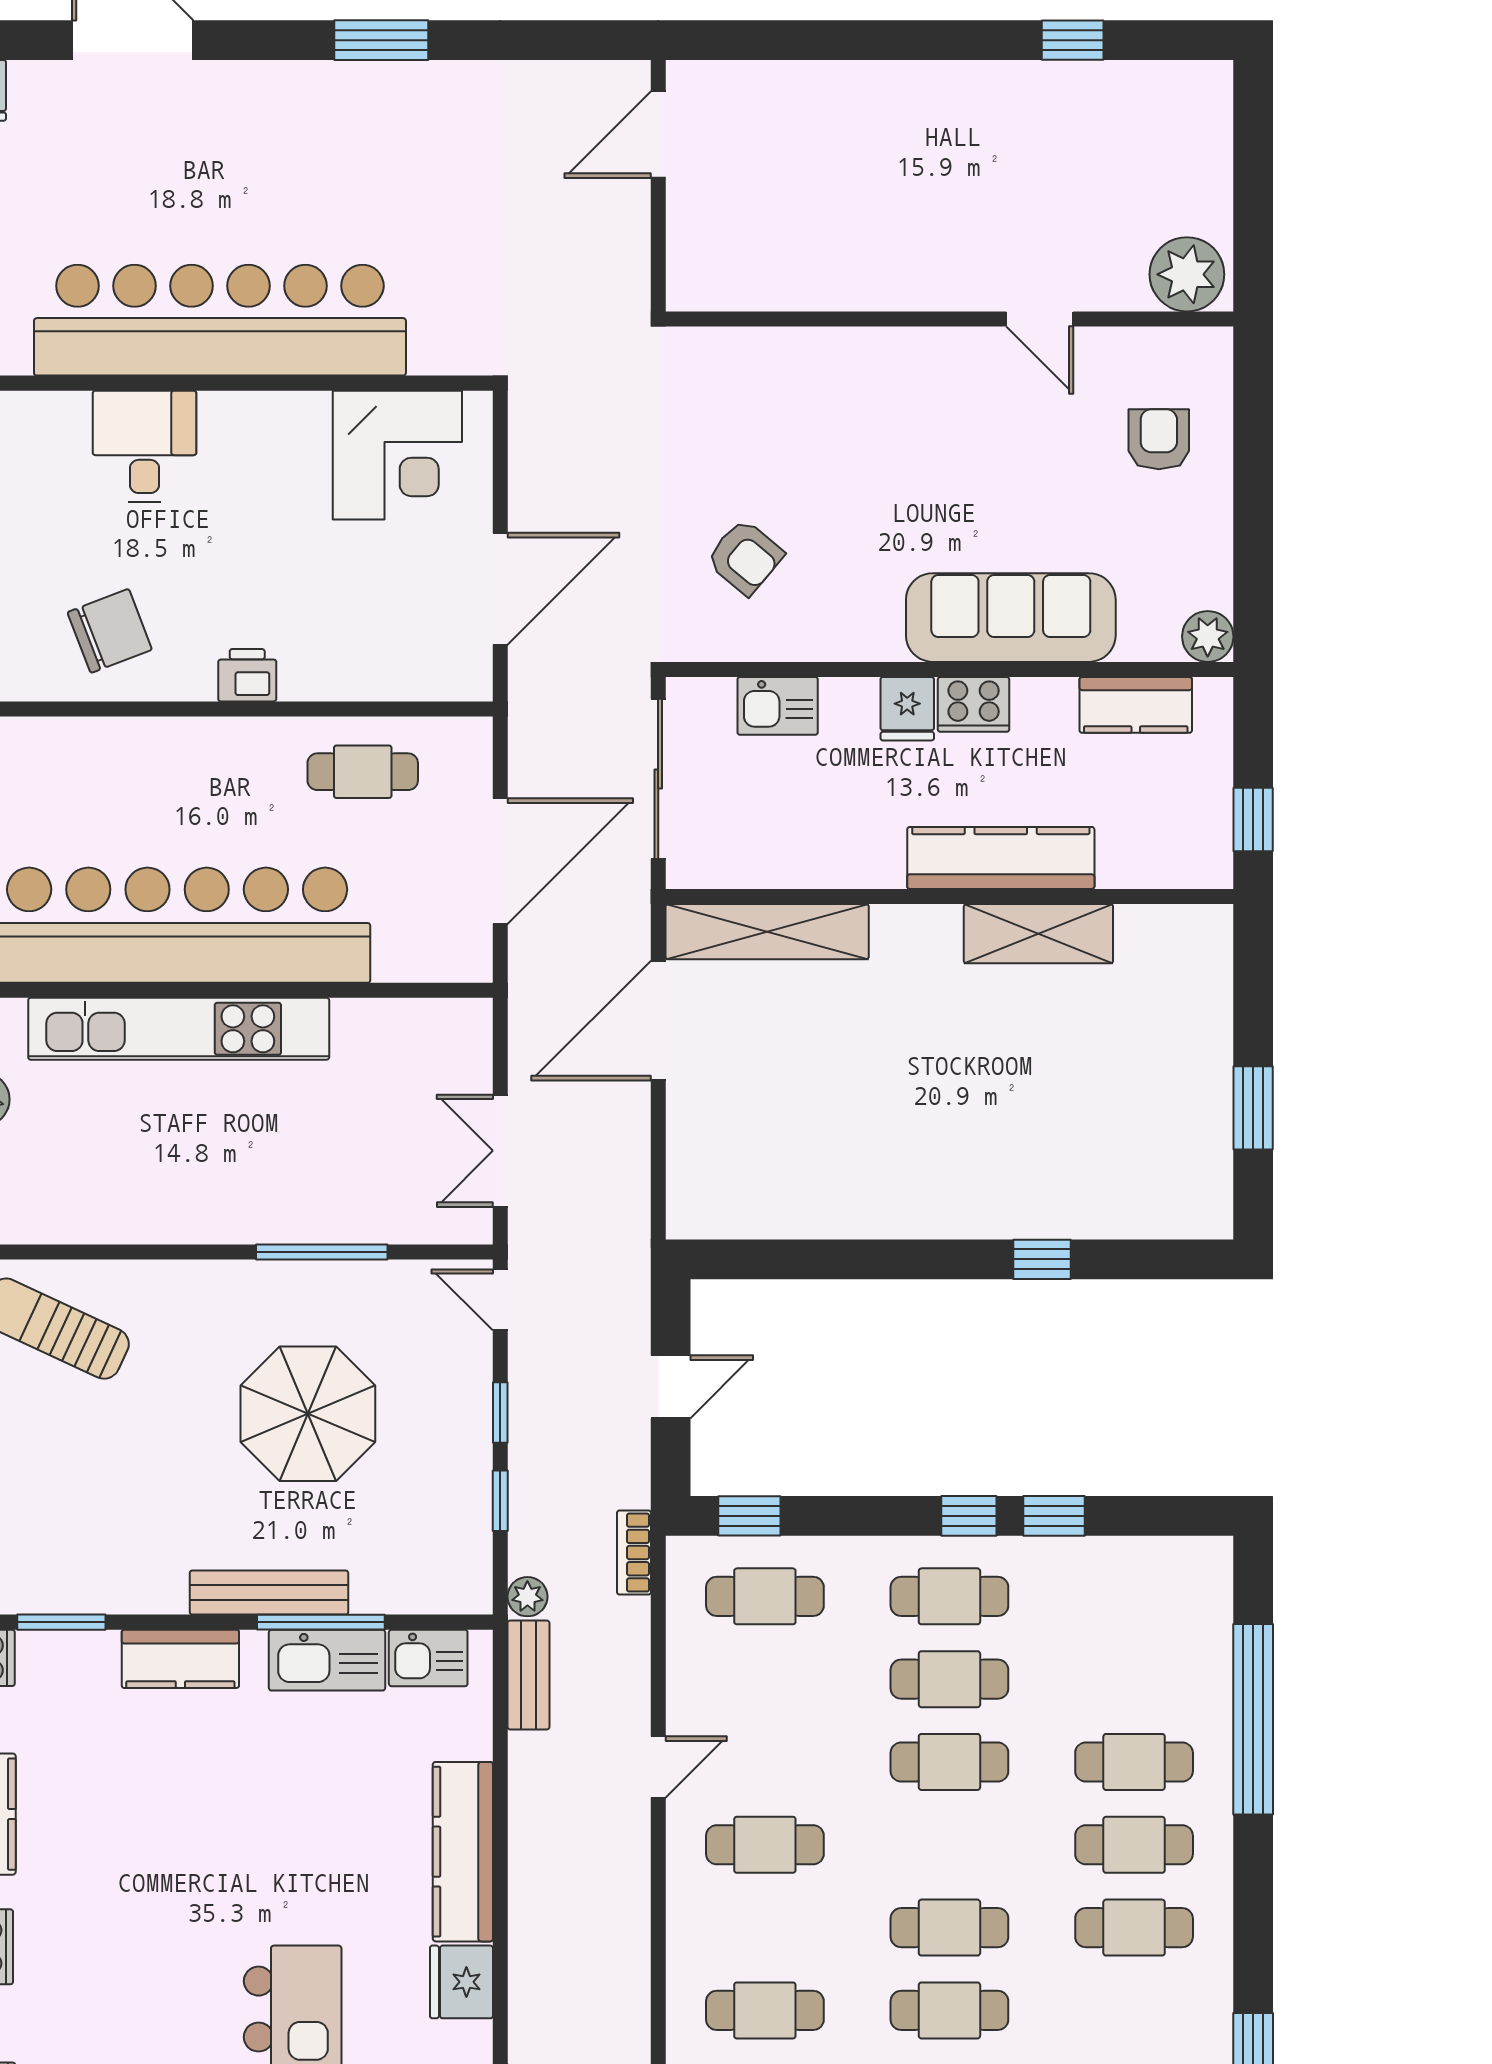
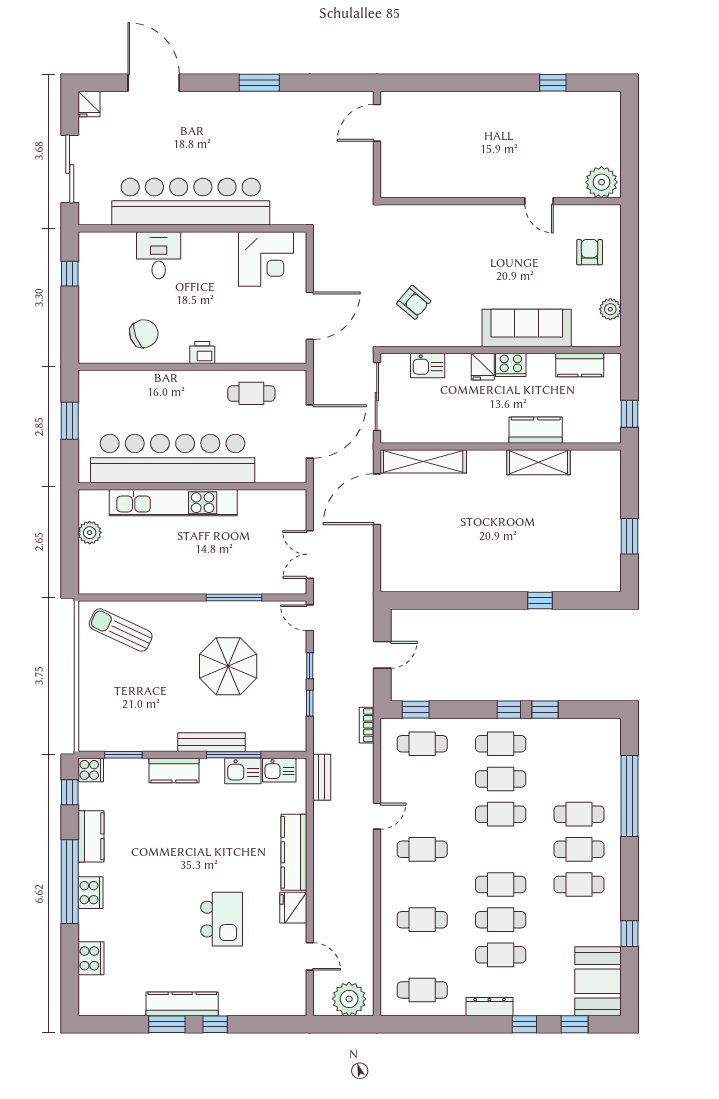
plant: (1208, 636) -> (610, 309), moved
kitchen counter: (1001, 858) -> (536, 430), width x0.67
plant: (527, 1597) -> (321, 744), removed
kitchen sink: (327, 1660) -> (243, 771), width x0.73

